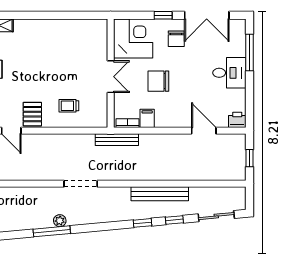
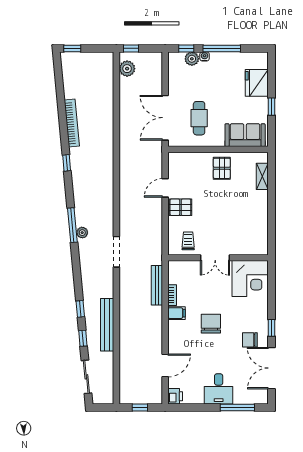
corner desk: (133, 38) -> (250, 278), moved
wall: (111, 73) -> (218, 258), moved
double door: (111, 77) -> (215, 258), moved

